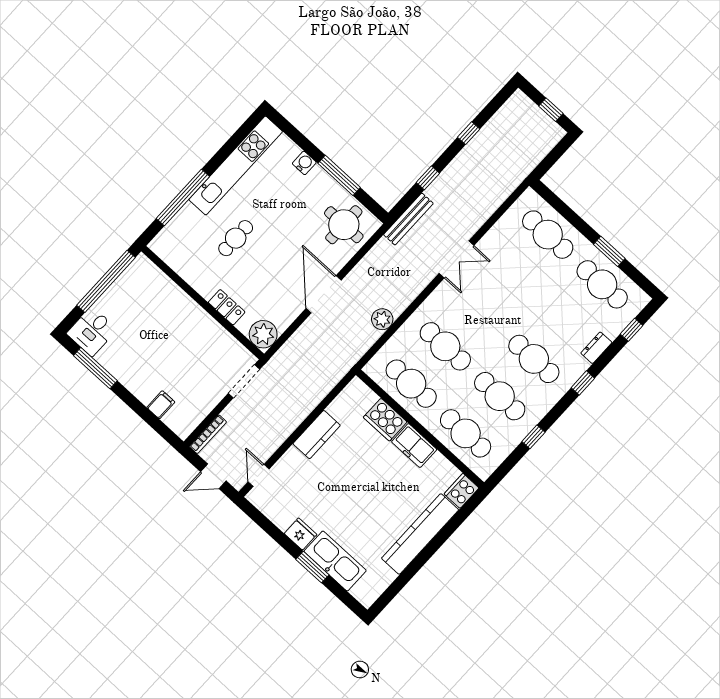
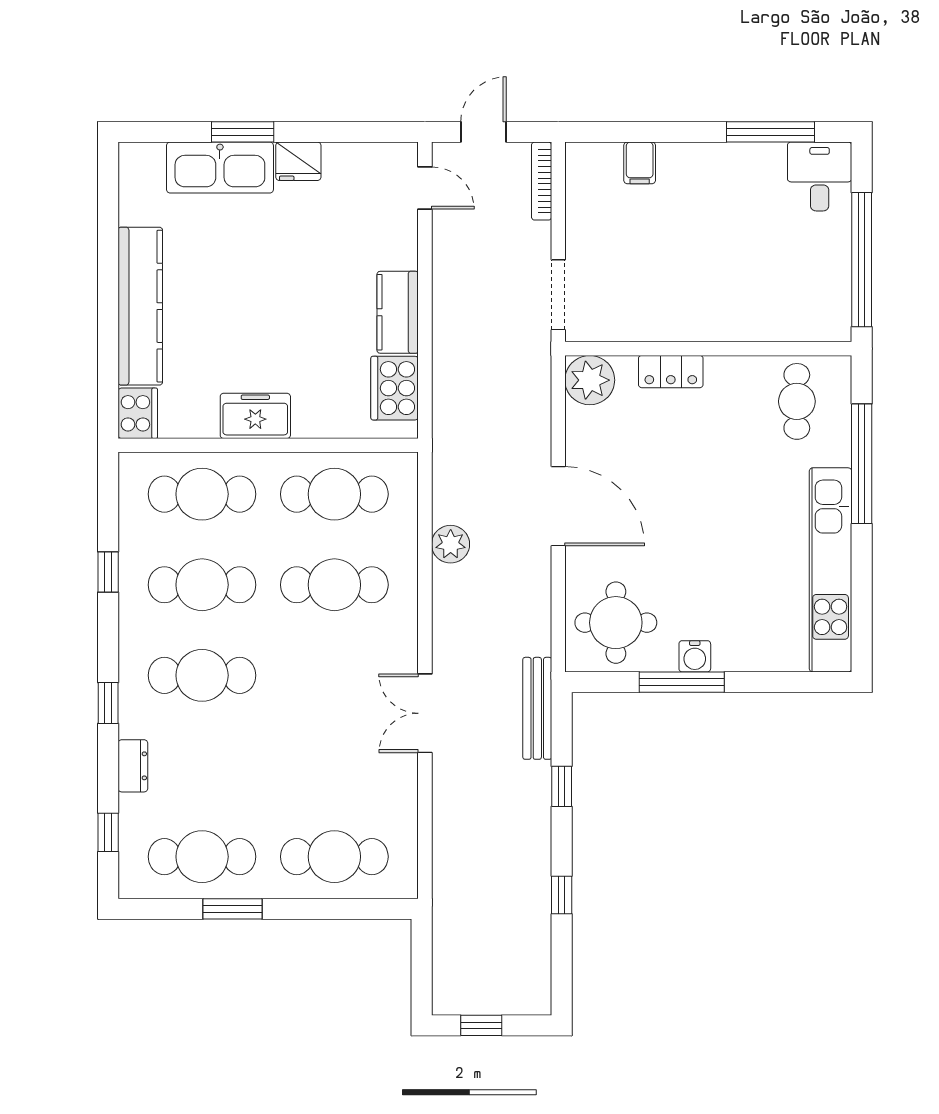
water cooler: (304, 163) -> (695, 656), moved
cafe table: (236, 238) -> (797, 401), moved
cooker: (385, 420) -> (395, 388), moved, turned -90

